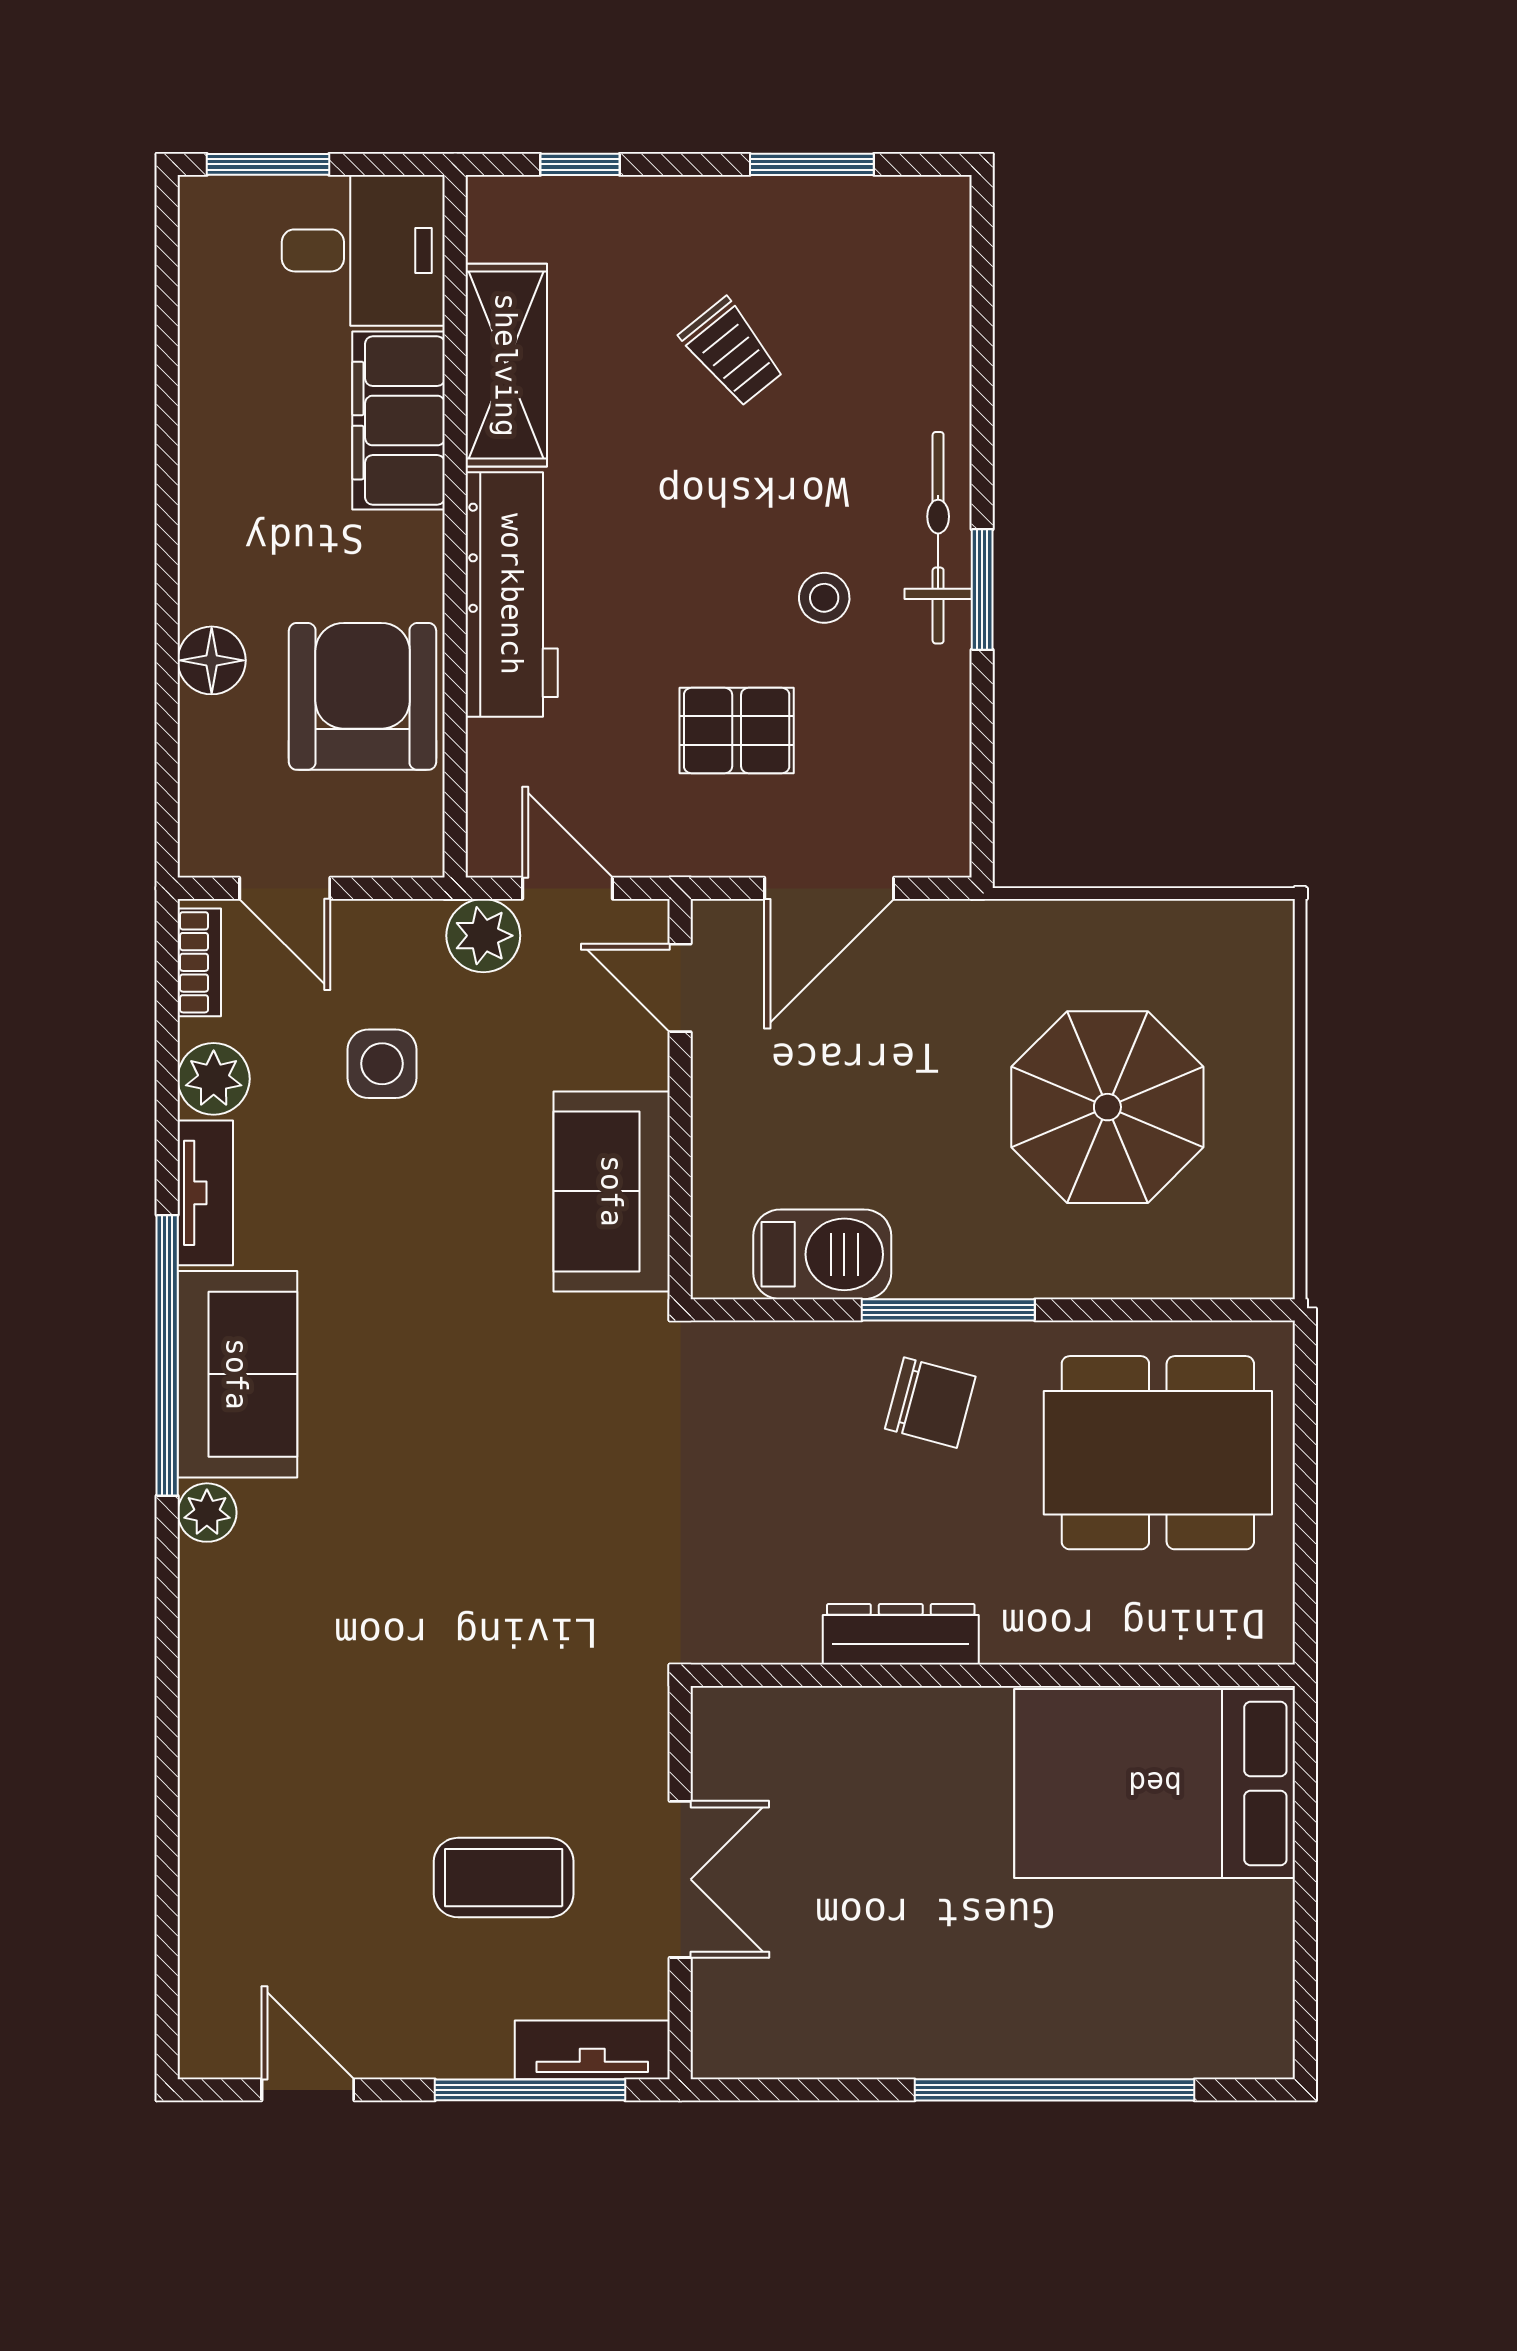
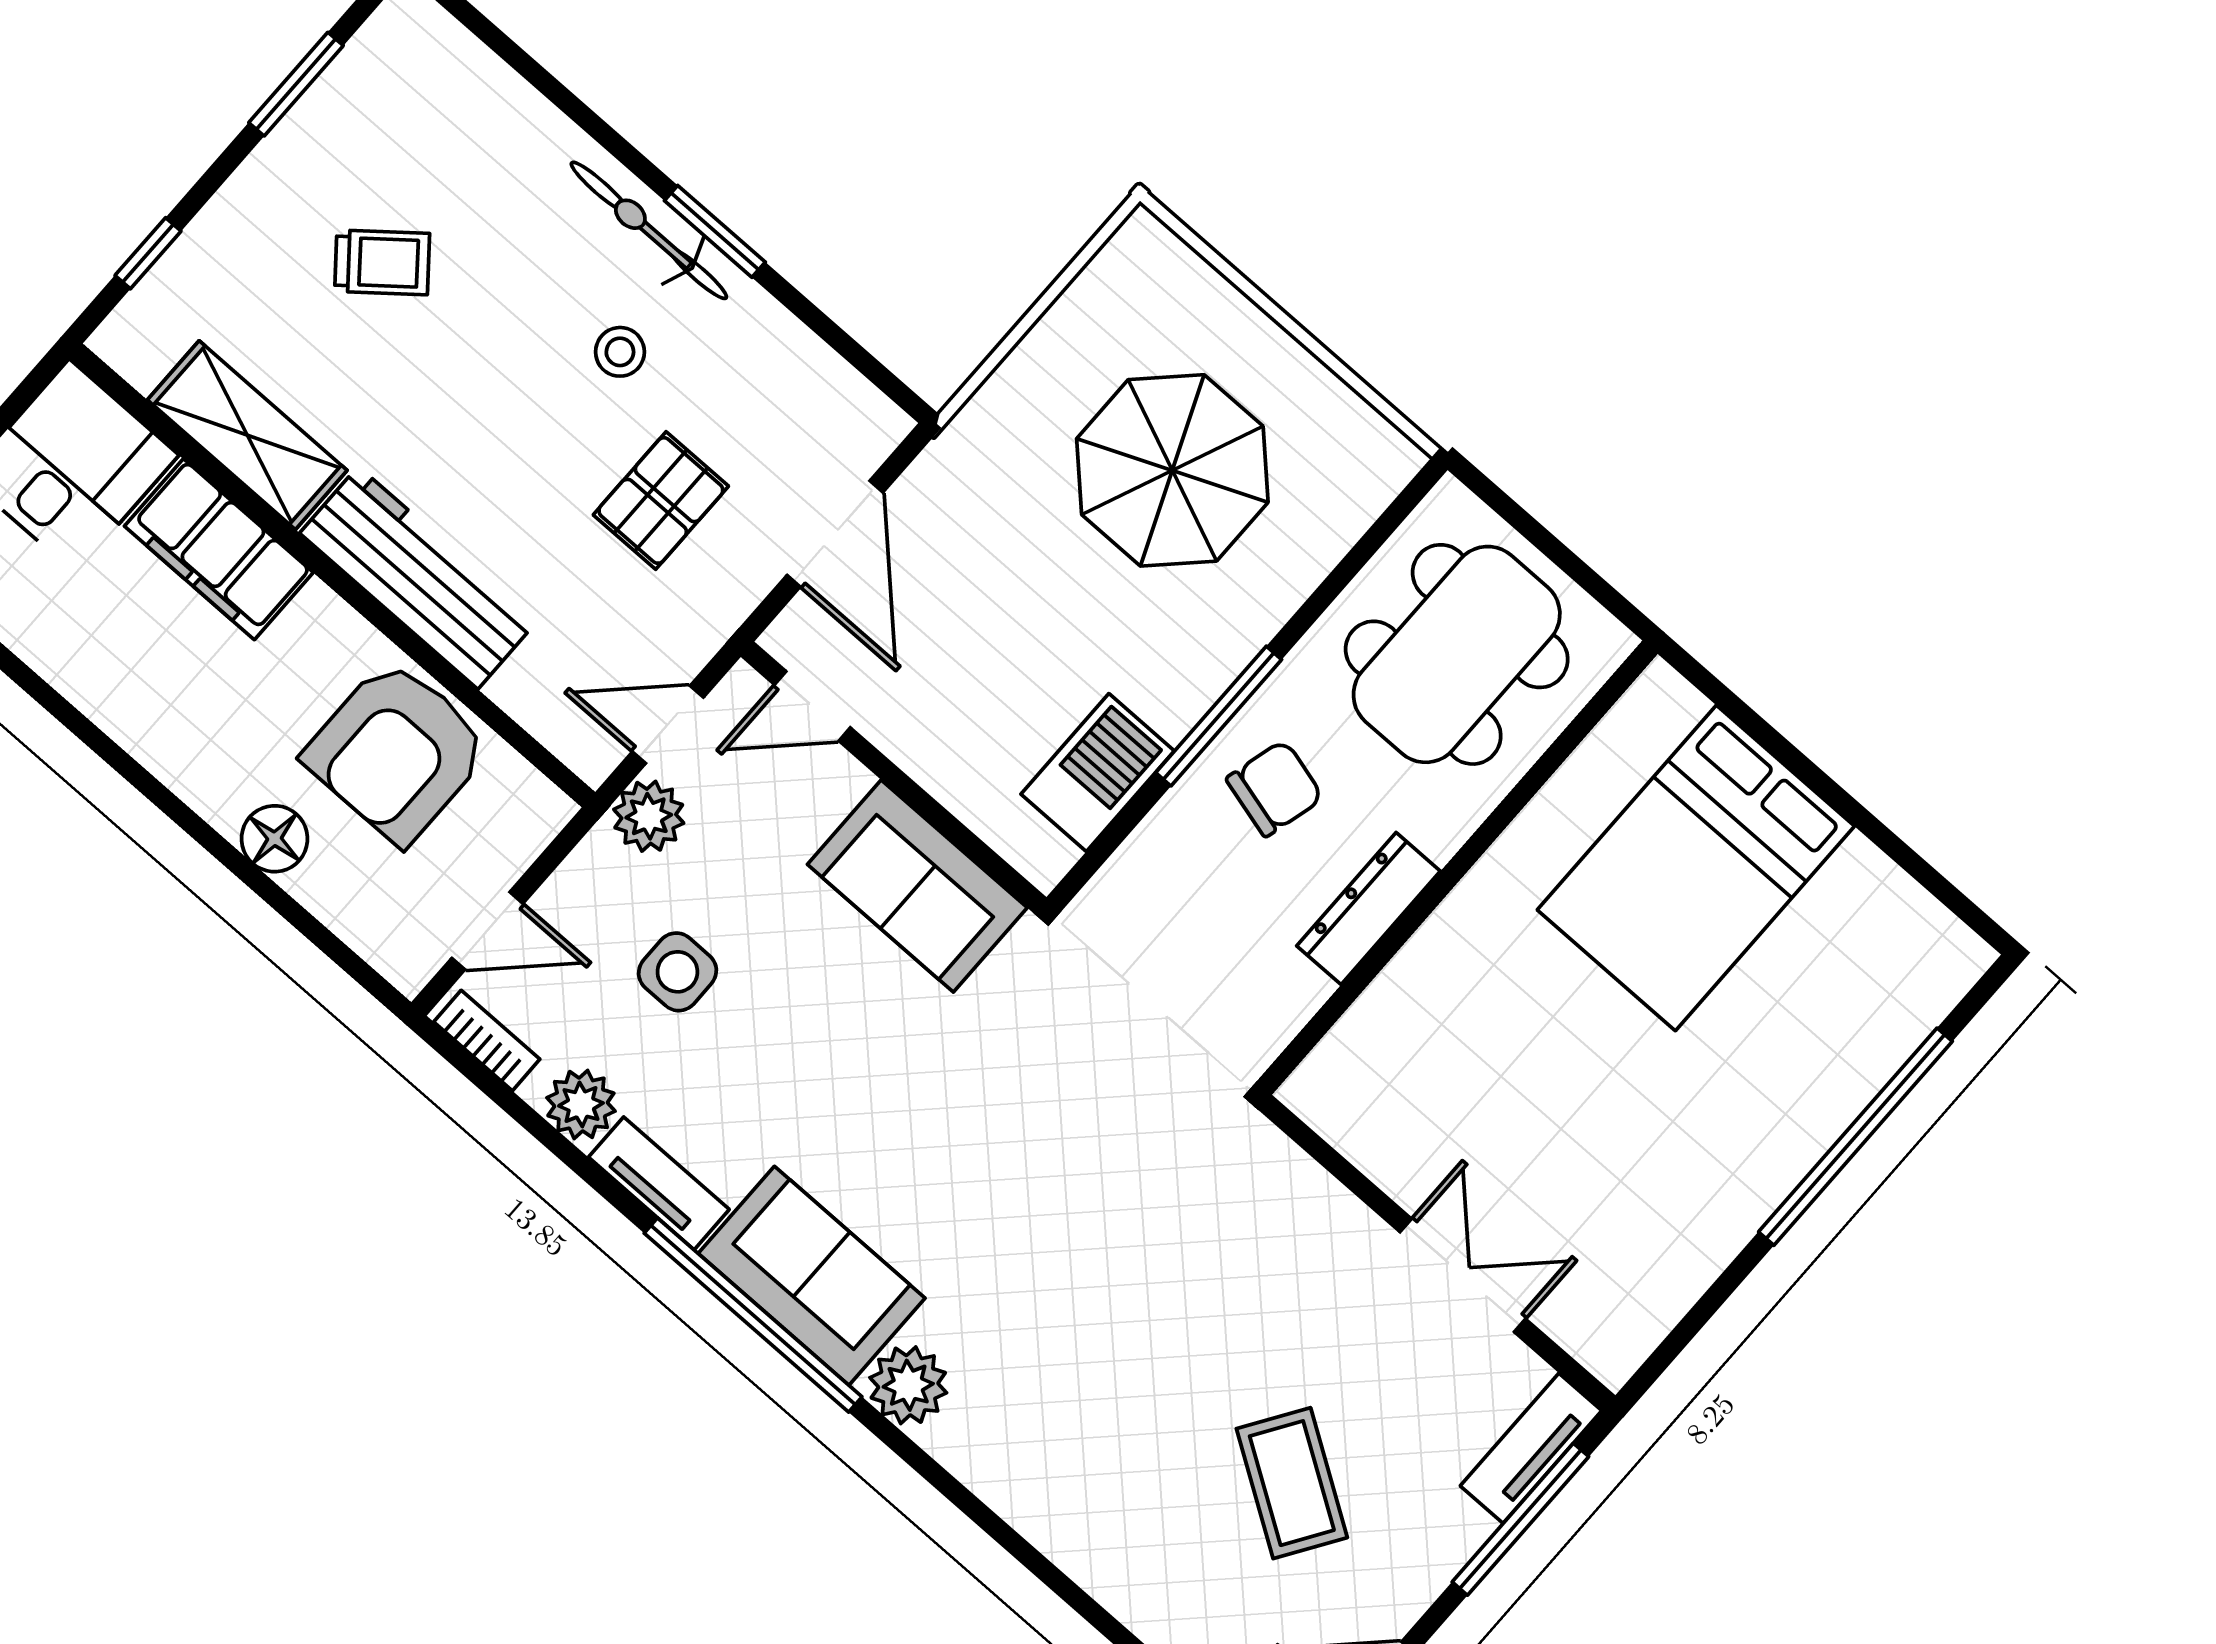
armchair: (363, 696) -> (397, 752), turned -90
plant: (207, 1513) -> (908, 1385), width x1.38, depth x1.38
dresser: (901, 1634) -> (1369, 909), moved
wall: (993, 1675) -> (1457, 868), moved
coffee table: (504, 1878) -> (1292, 1483), moved, turned -57

